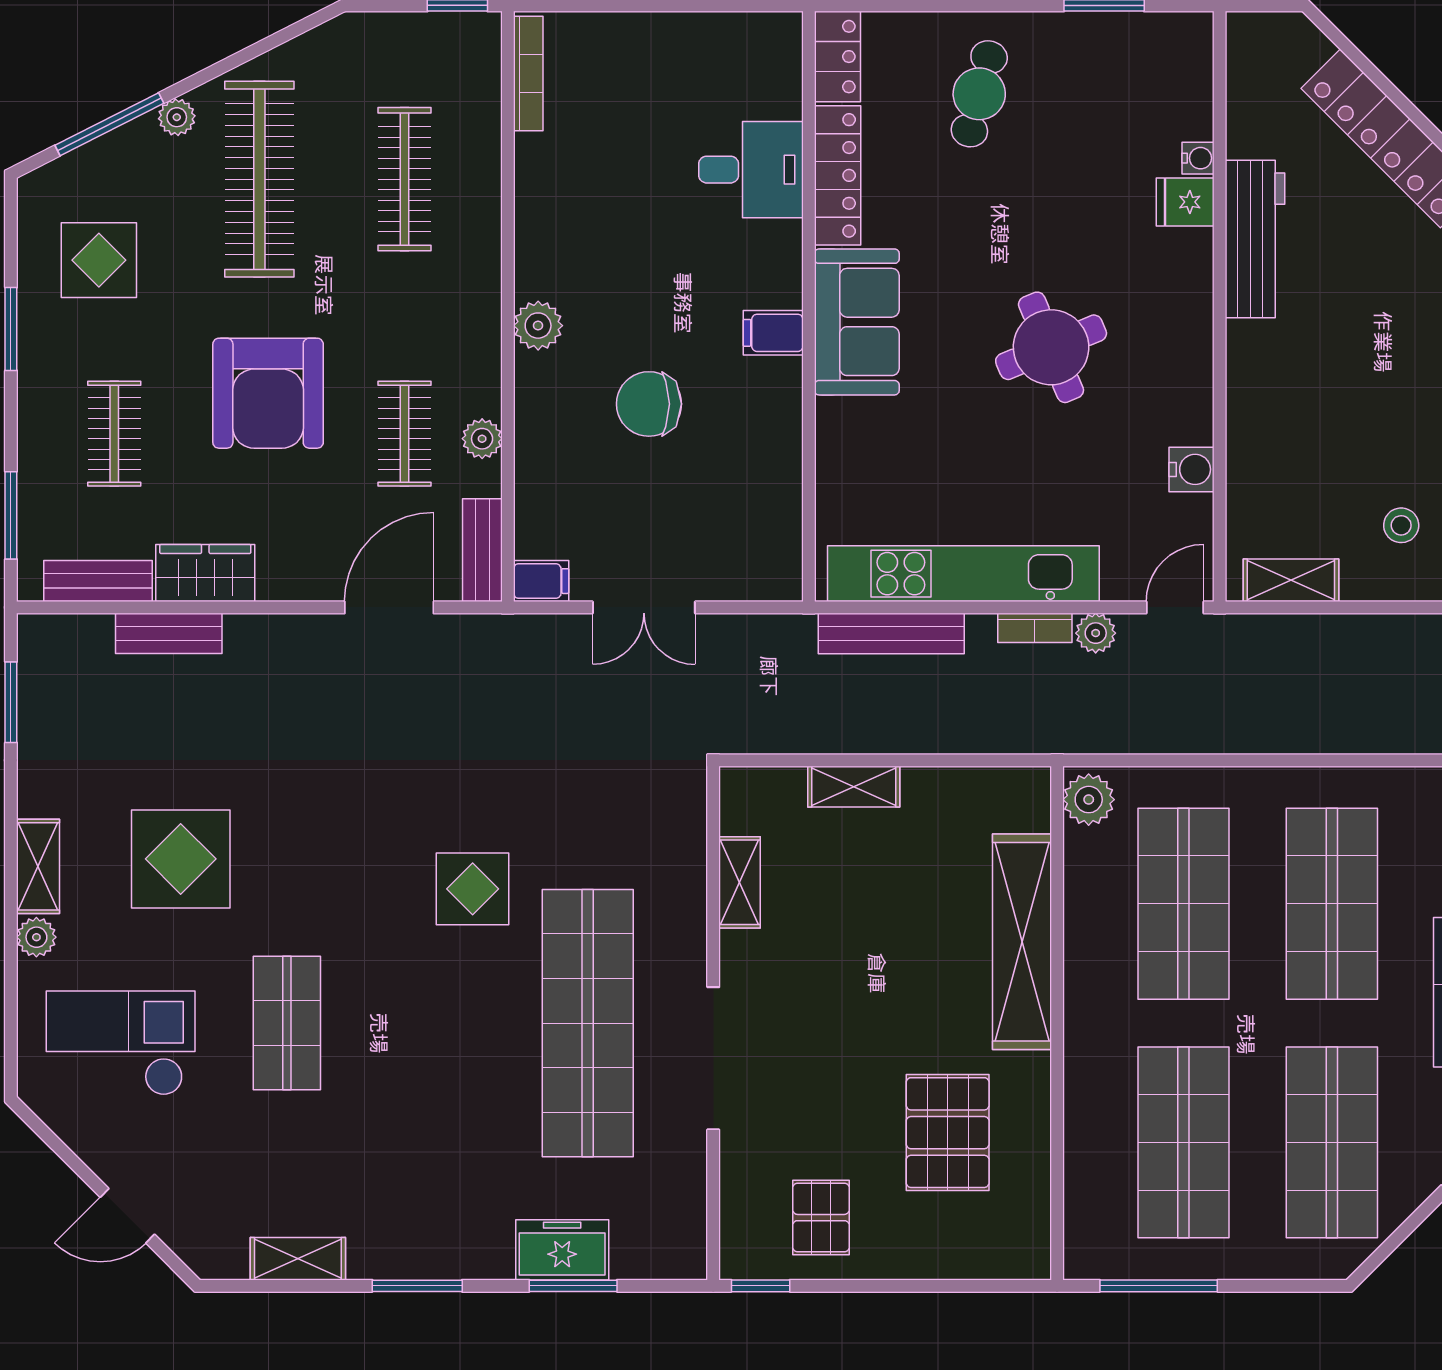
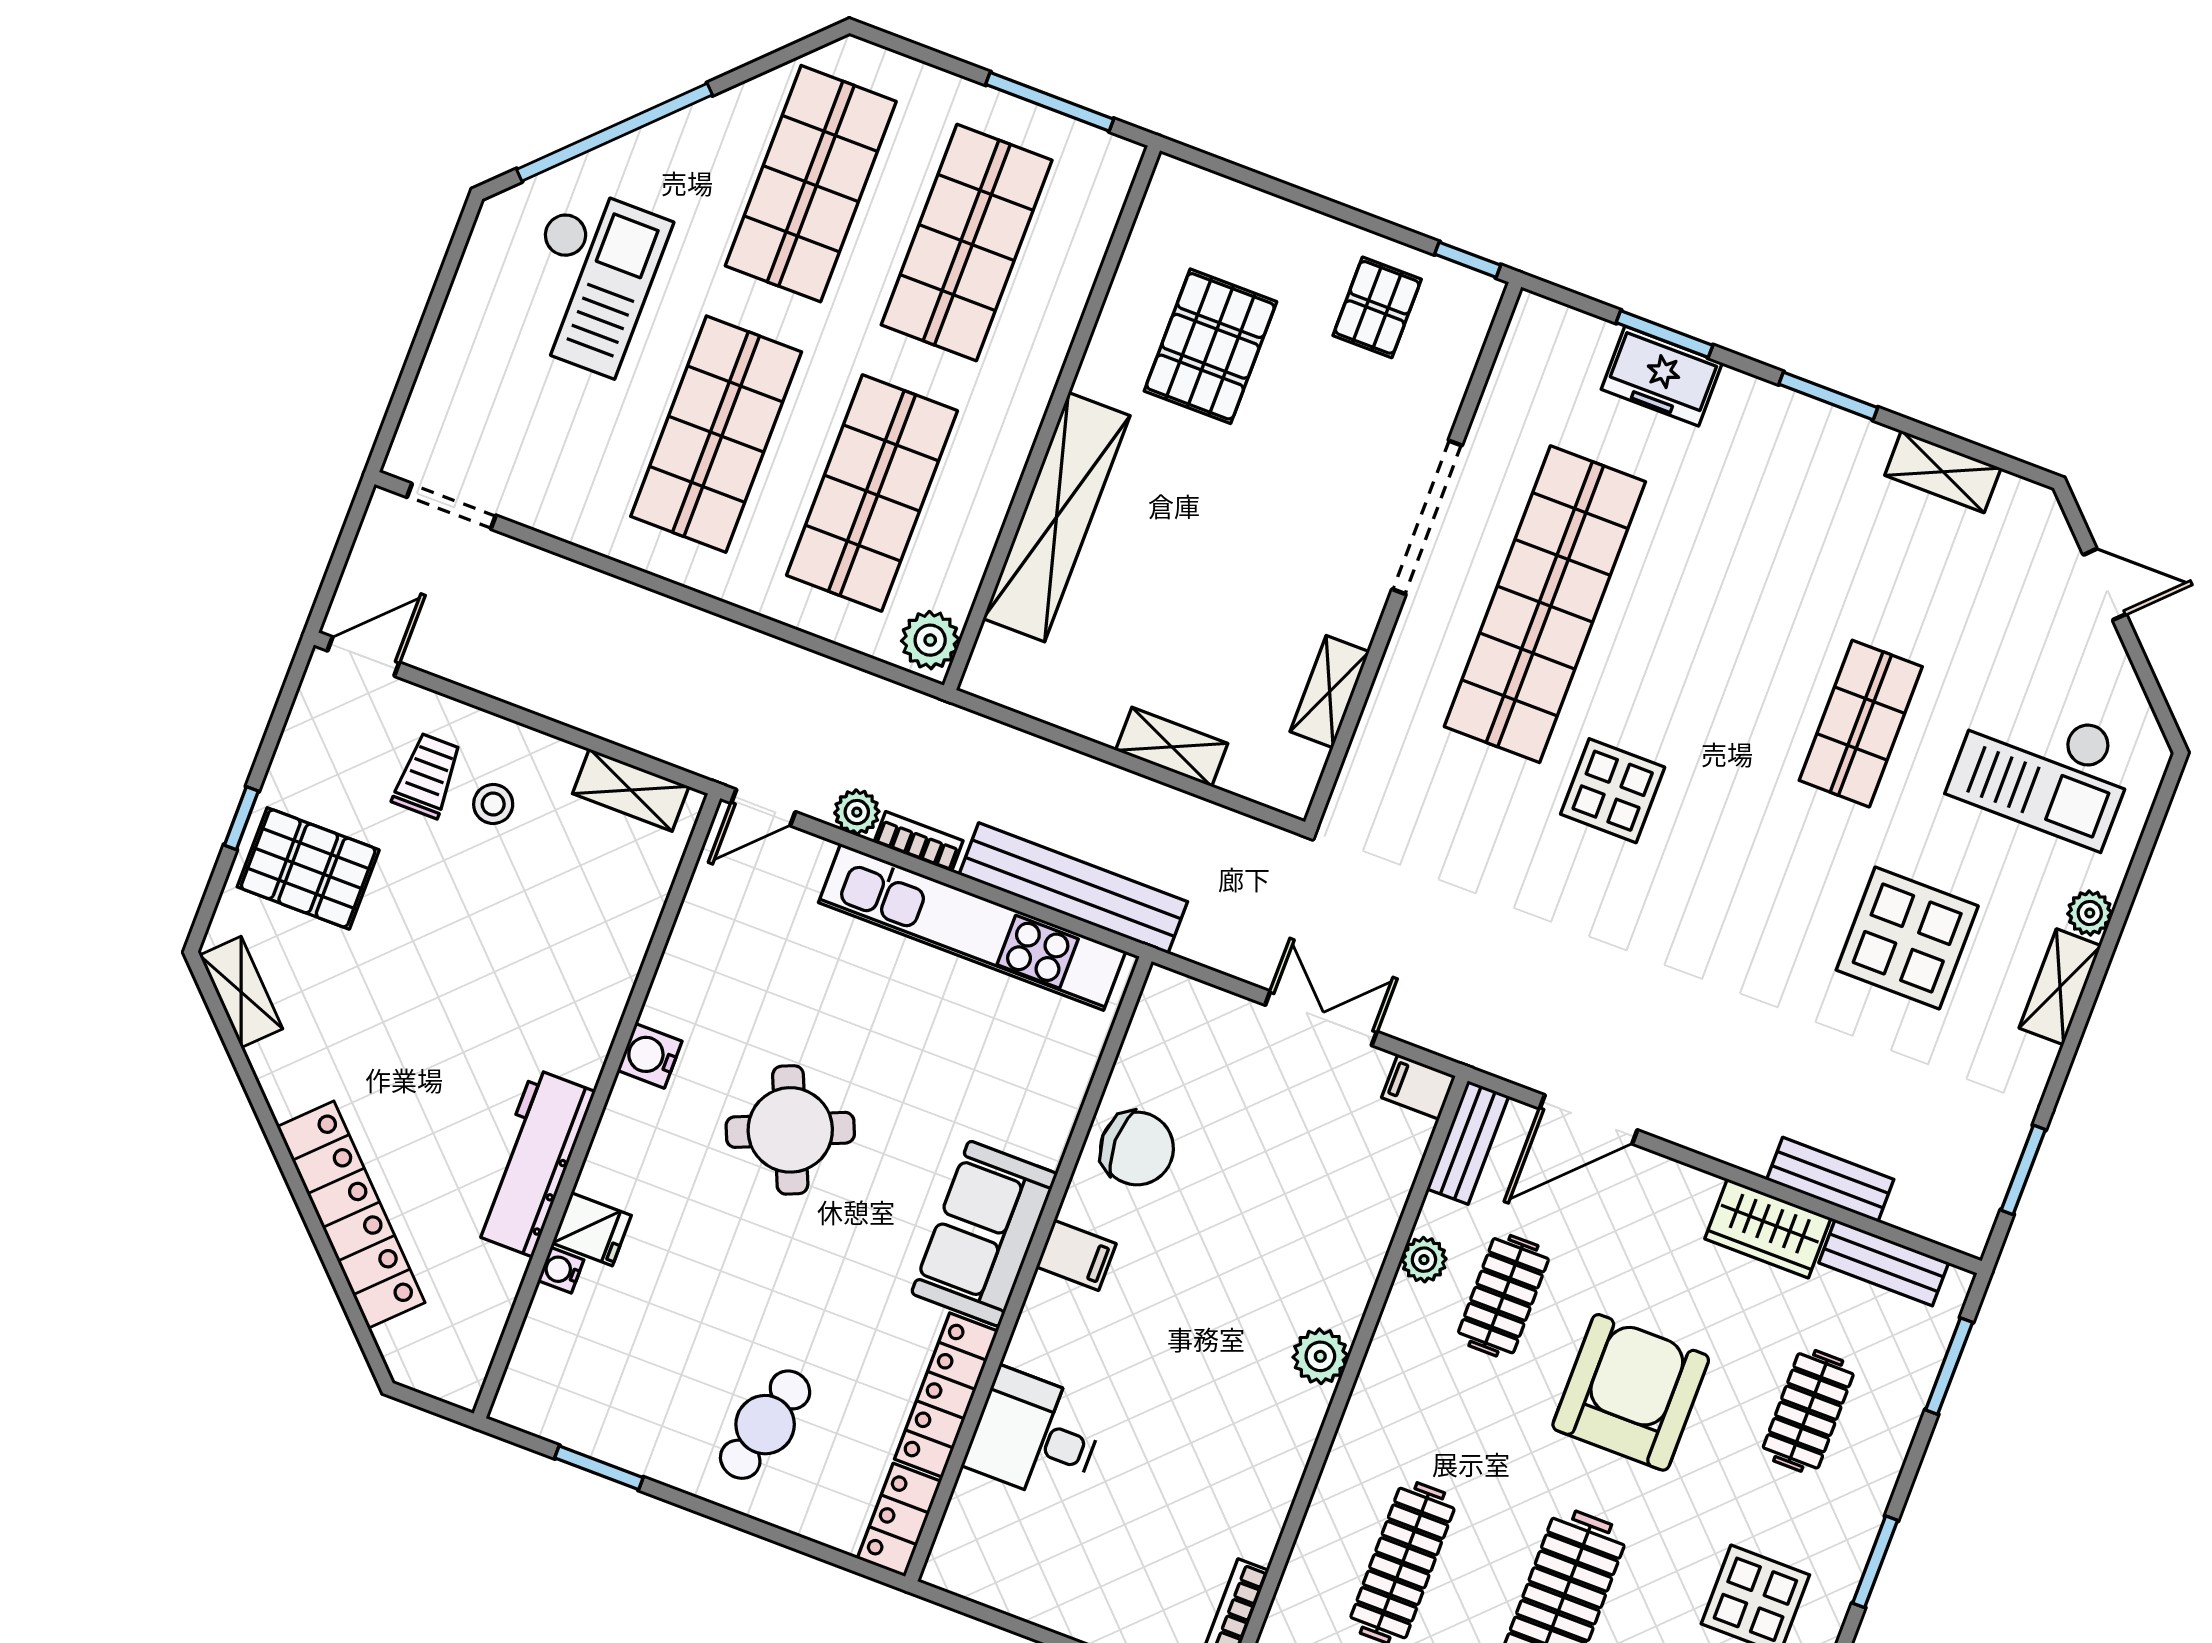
chair: (649, 404) -> (1137, 1148), moved
water cooler: (1191, 469) -> (650, 1056), moved
bench: (891, 634) -> (1073, 888), width x1.37, depth x1.21

